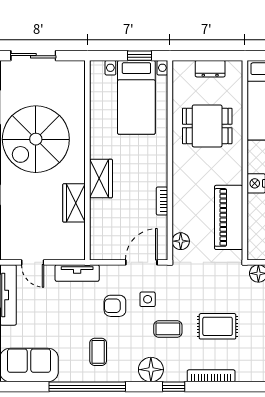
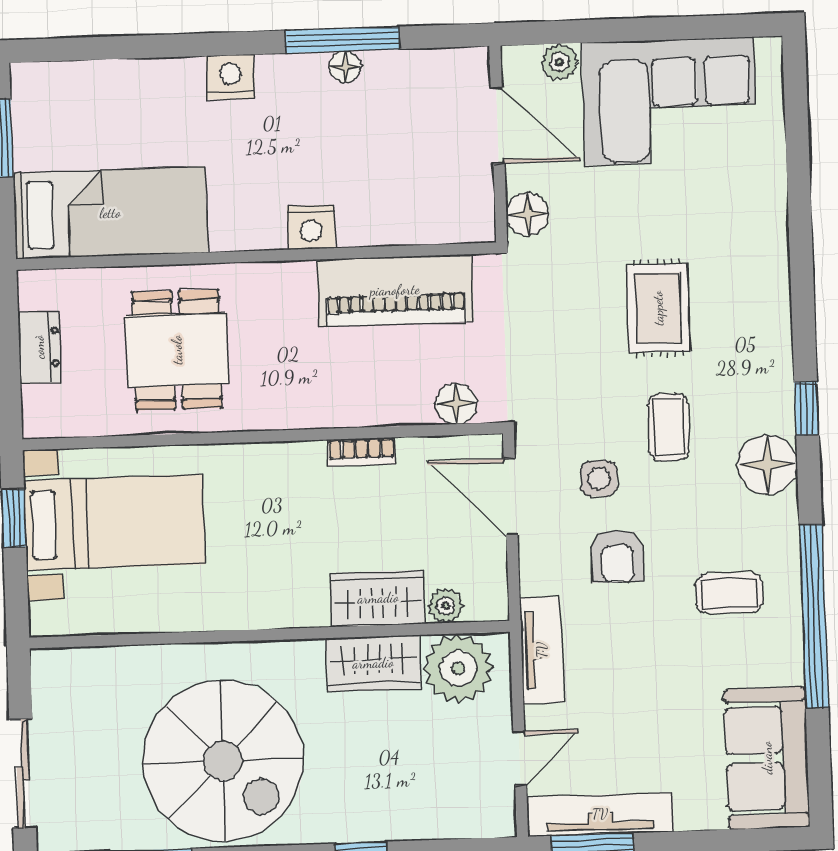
wardrobe: (101, 179) -> (378, 598), moved
plant: (97, 234) -> (446, 606), added
plant: (71, 238) -> (458, 668), added
bookcase: (211, 376) -> (778, 319), removed

